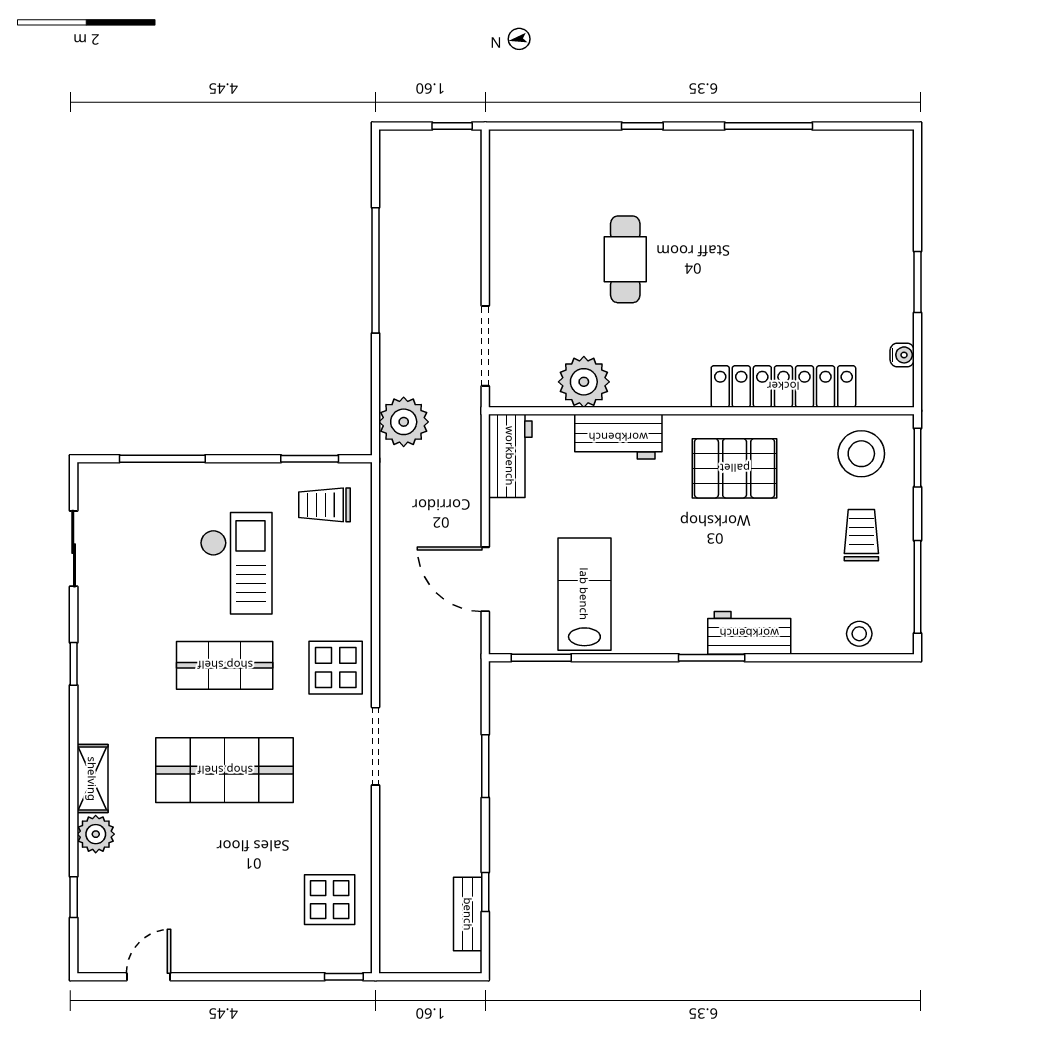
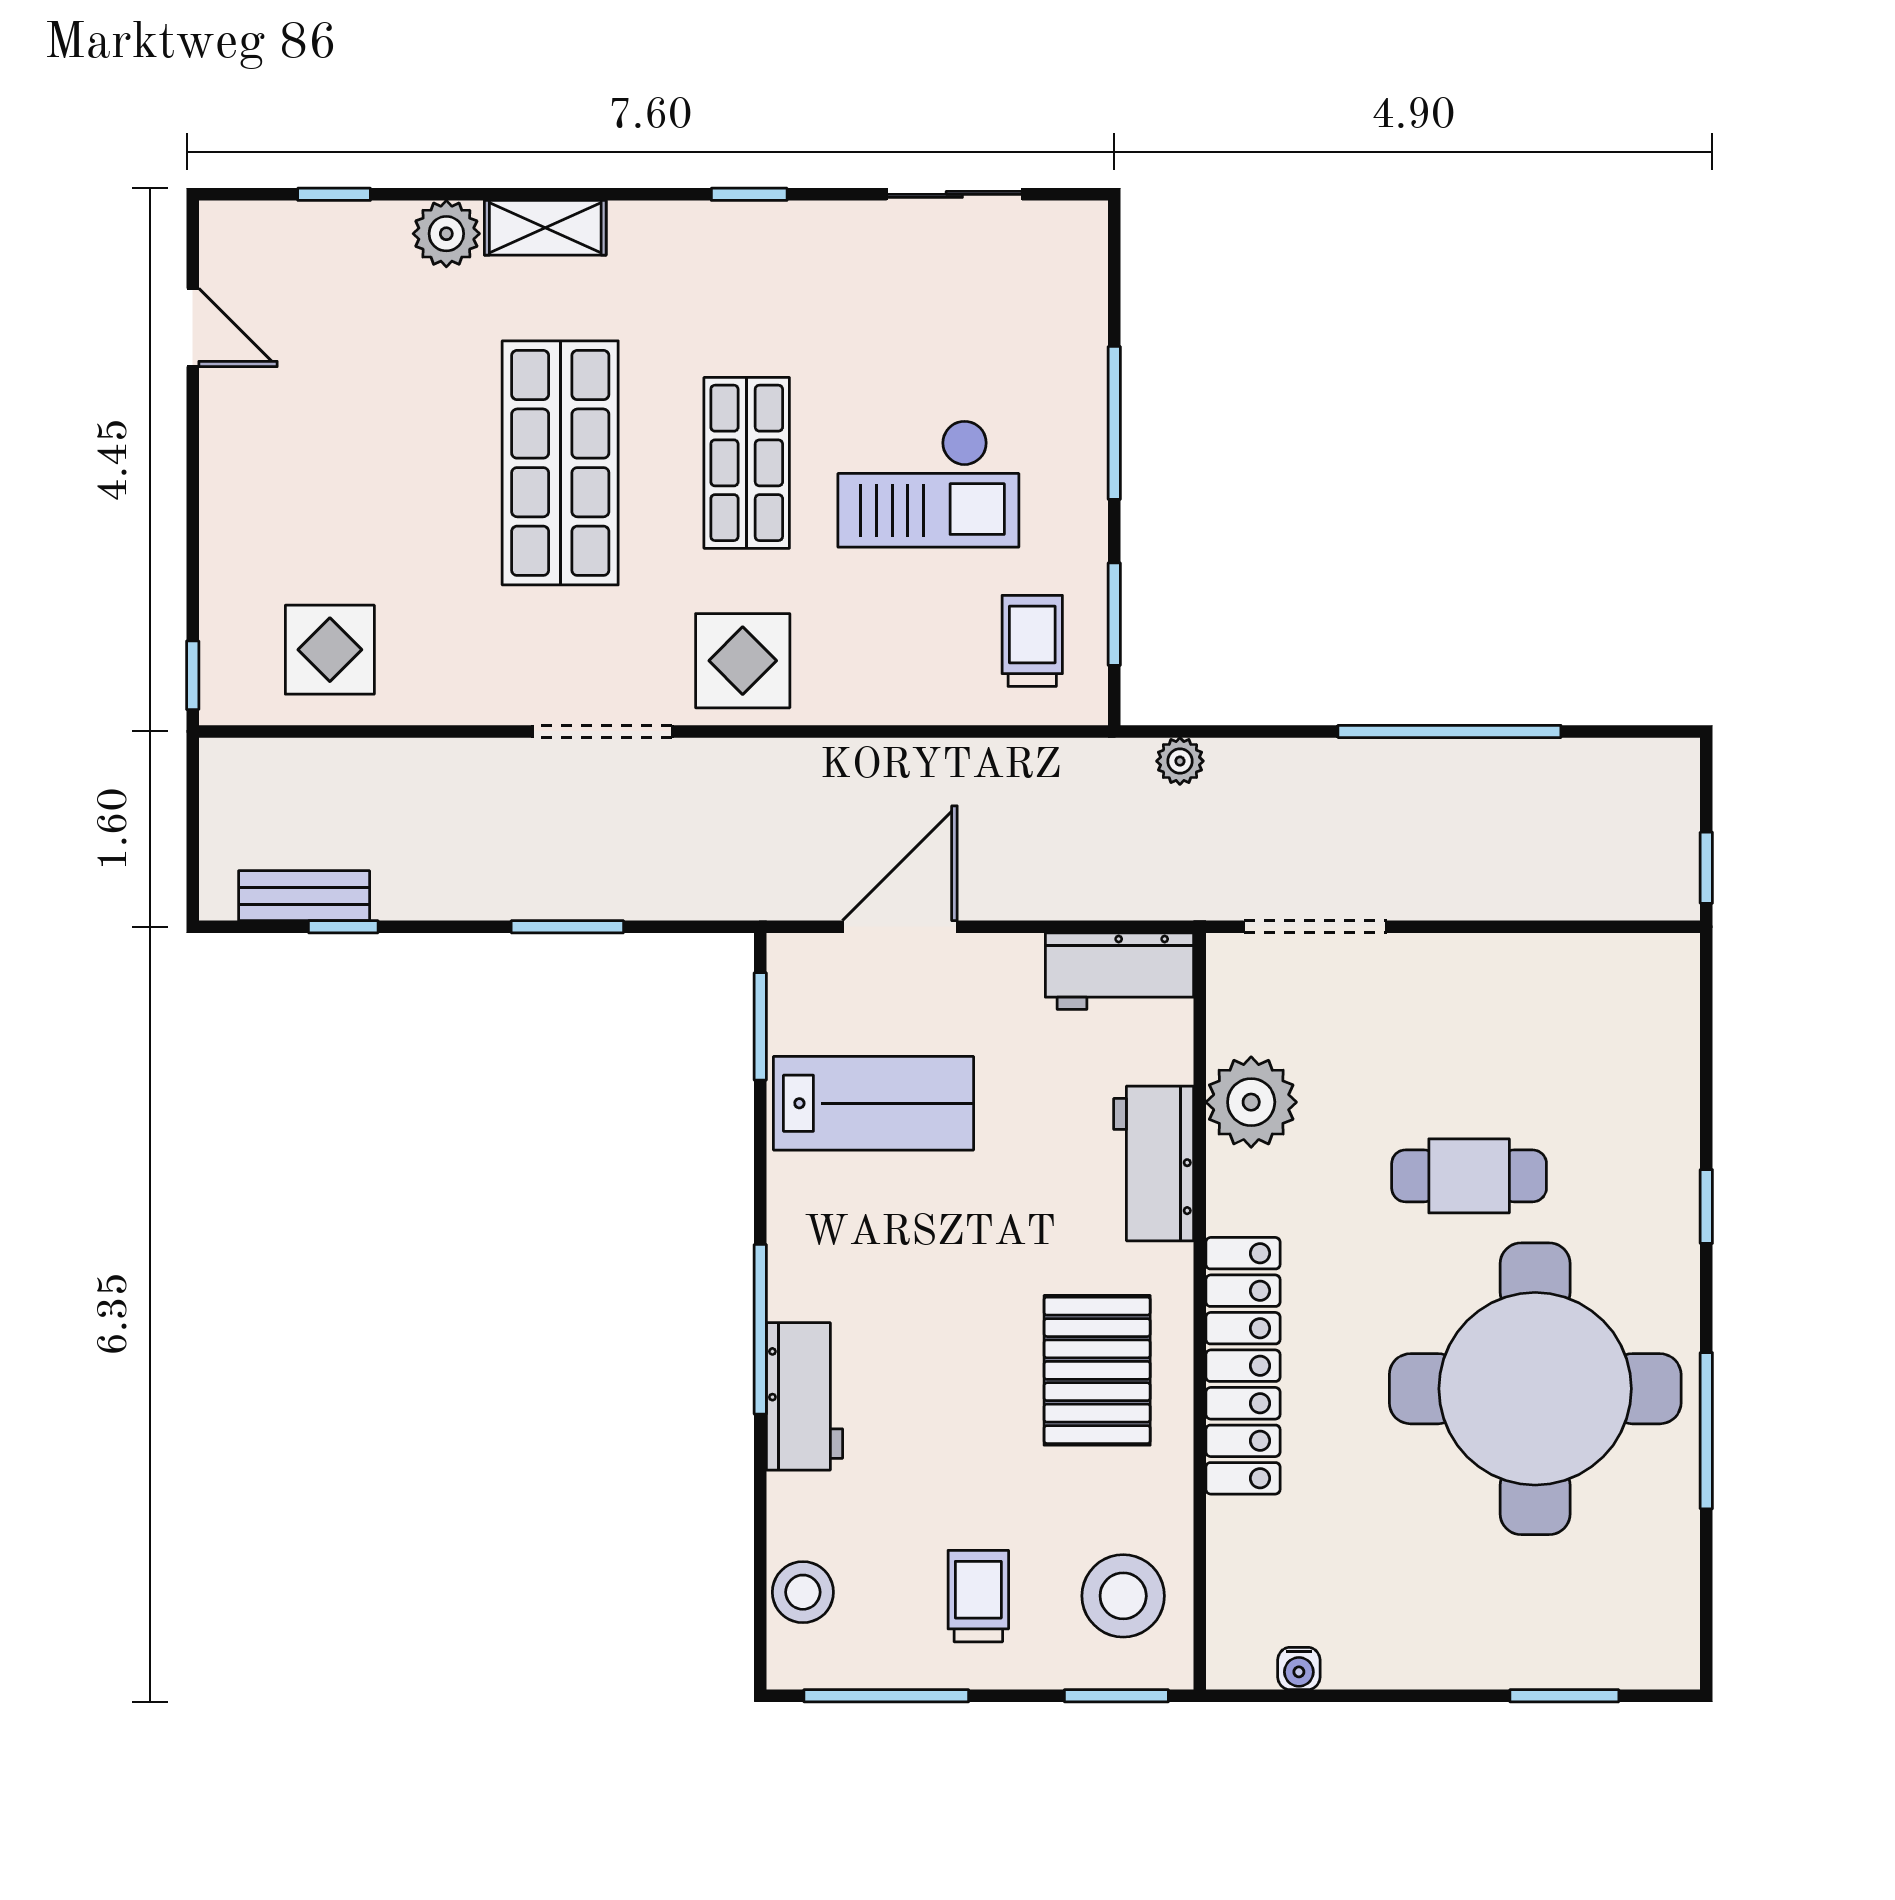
round table: (745, 222) -> (1535, 1389), added
window: (917, 282) -> (1564, 1696), moved
locker: (783, 386) -> (1243, 1366), moved
plant: (404, 422) -> (1180, 761), width x0.53, depth x0.53
window: (162, 459) -> (1114, 423), moved
trolley: (861, 535) -> (978, 1596), turned -90
stool: (859, 634) -> (803, 1592), width x1.37, depth x1.37
window: (712, 658) -> (760, 1329), width x1.44

